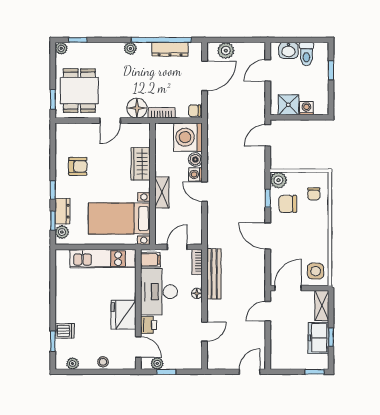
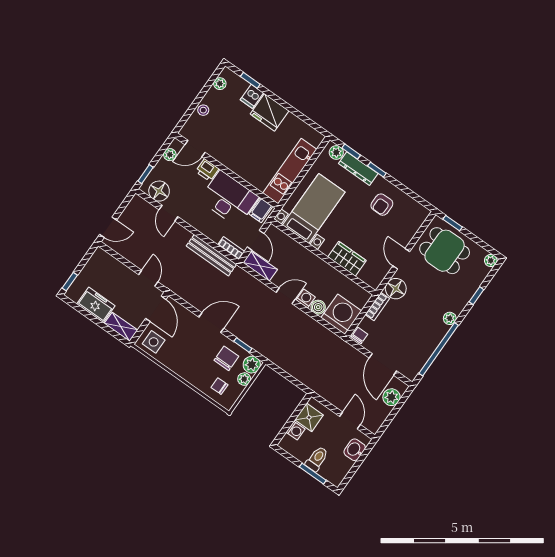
window: (78, 40) -> (476, 296), moved
dresser: (170, 49) -> (426, 351), removed
toilet: (306, 54) -> (317, 459), moved, turned 90
window: (331, 70) -> (313, 474), width x1.50
door: (268, 135) -> (296, 382), removed
plant: (294, 178) -> (244, 379), added
shelving: (162, 192) -> (260, 266), moved
dresser: (62, 211) -> (358, 169), width x1.44
floor lamp: (197, 293) -> (159, 191), moved, width x1.89, depth x1.89
fridge: (123, 315) -> (270, 112), moved, turned 180
window: (331, 337) -> (89, 316), removed
window: (166, 372) -> (146, 174), moved
door: (250, 372) -> (108, 227), hinge flipped

